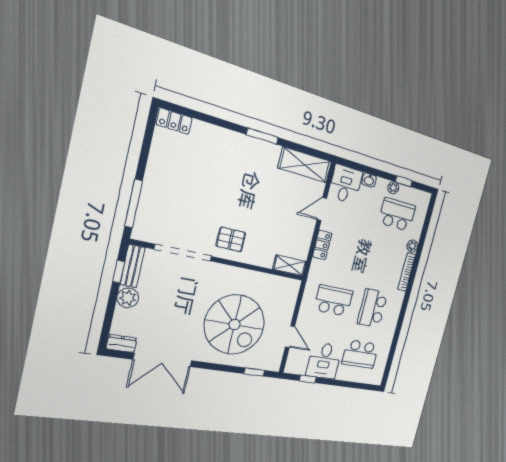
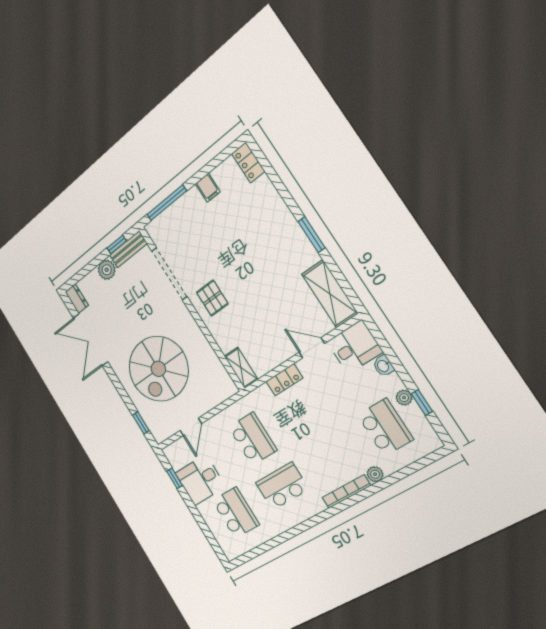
filing cabinet: (158, 165) -> (208, 188), added
school desk: (360, 354) -> (236, 513), turned 180

